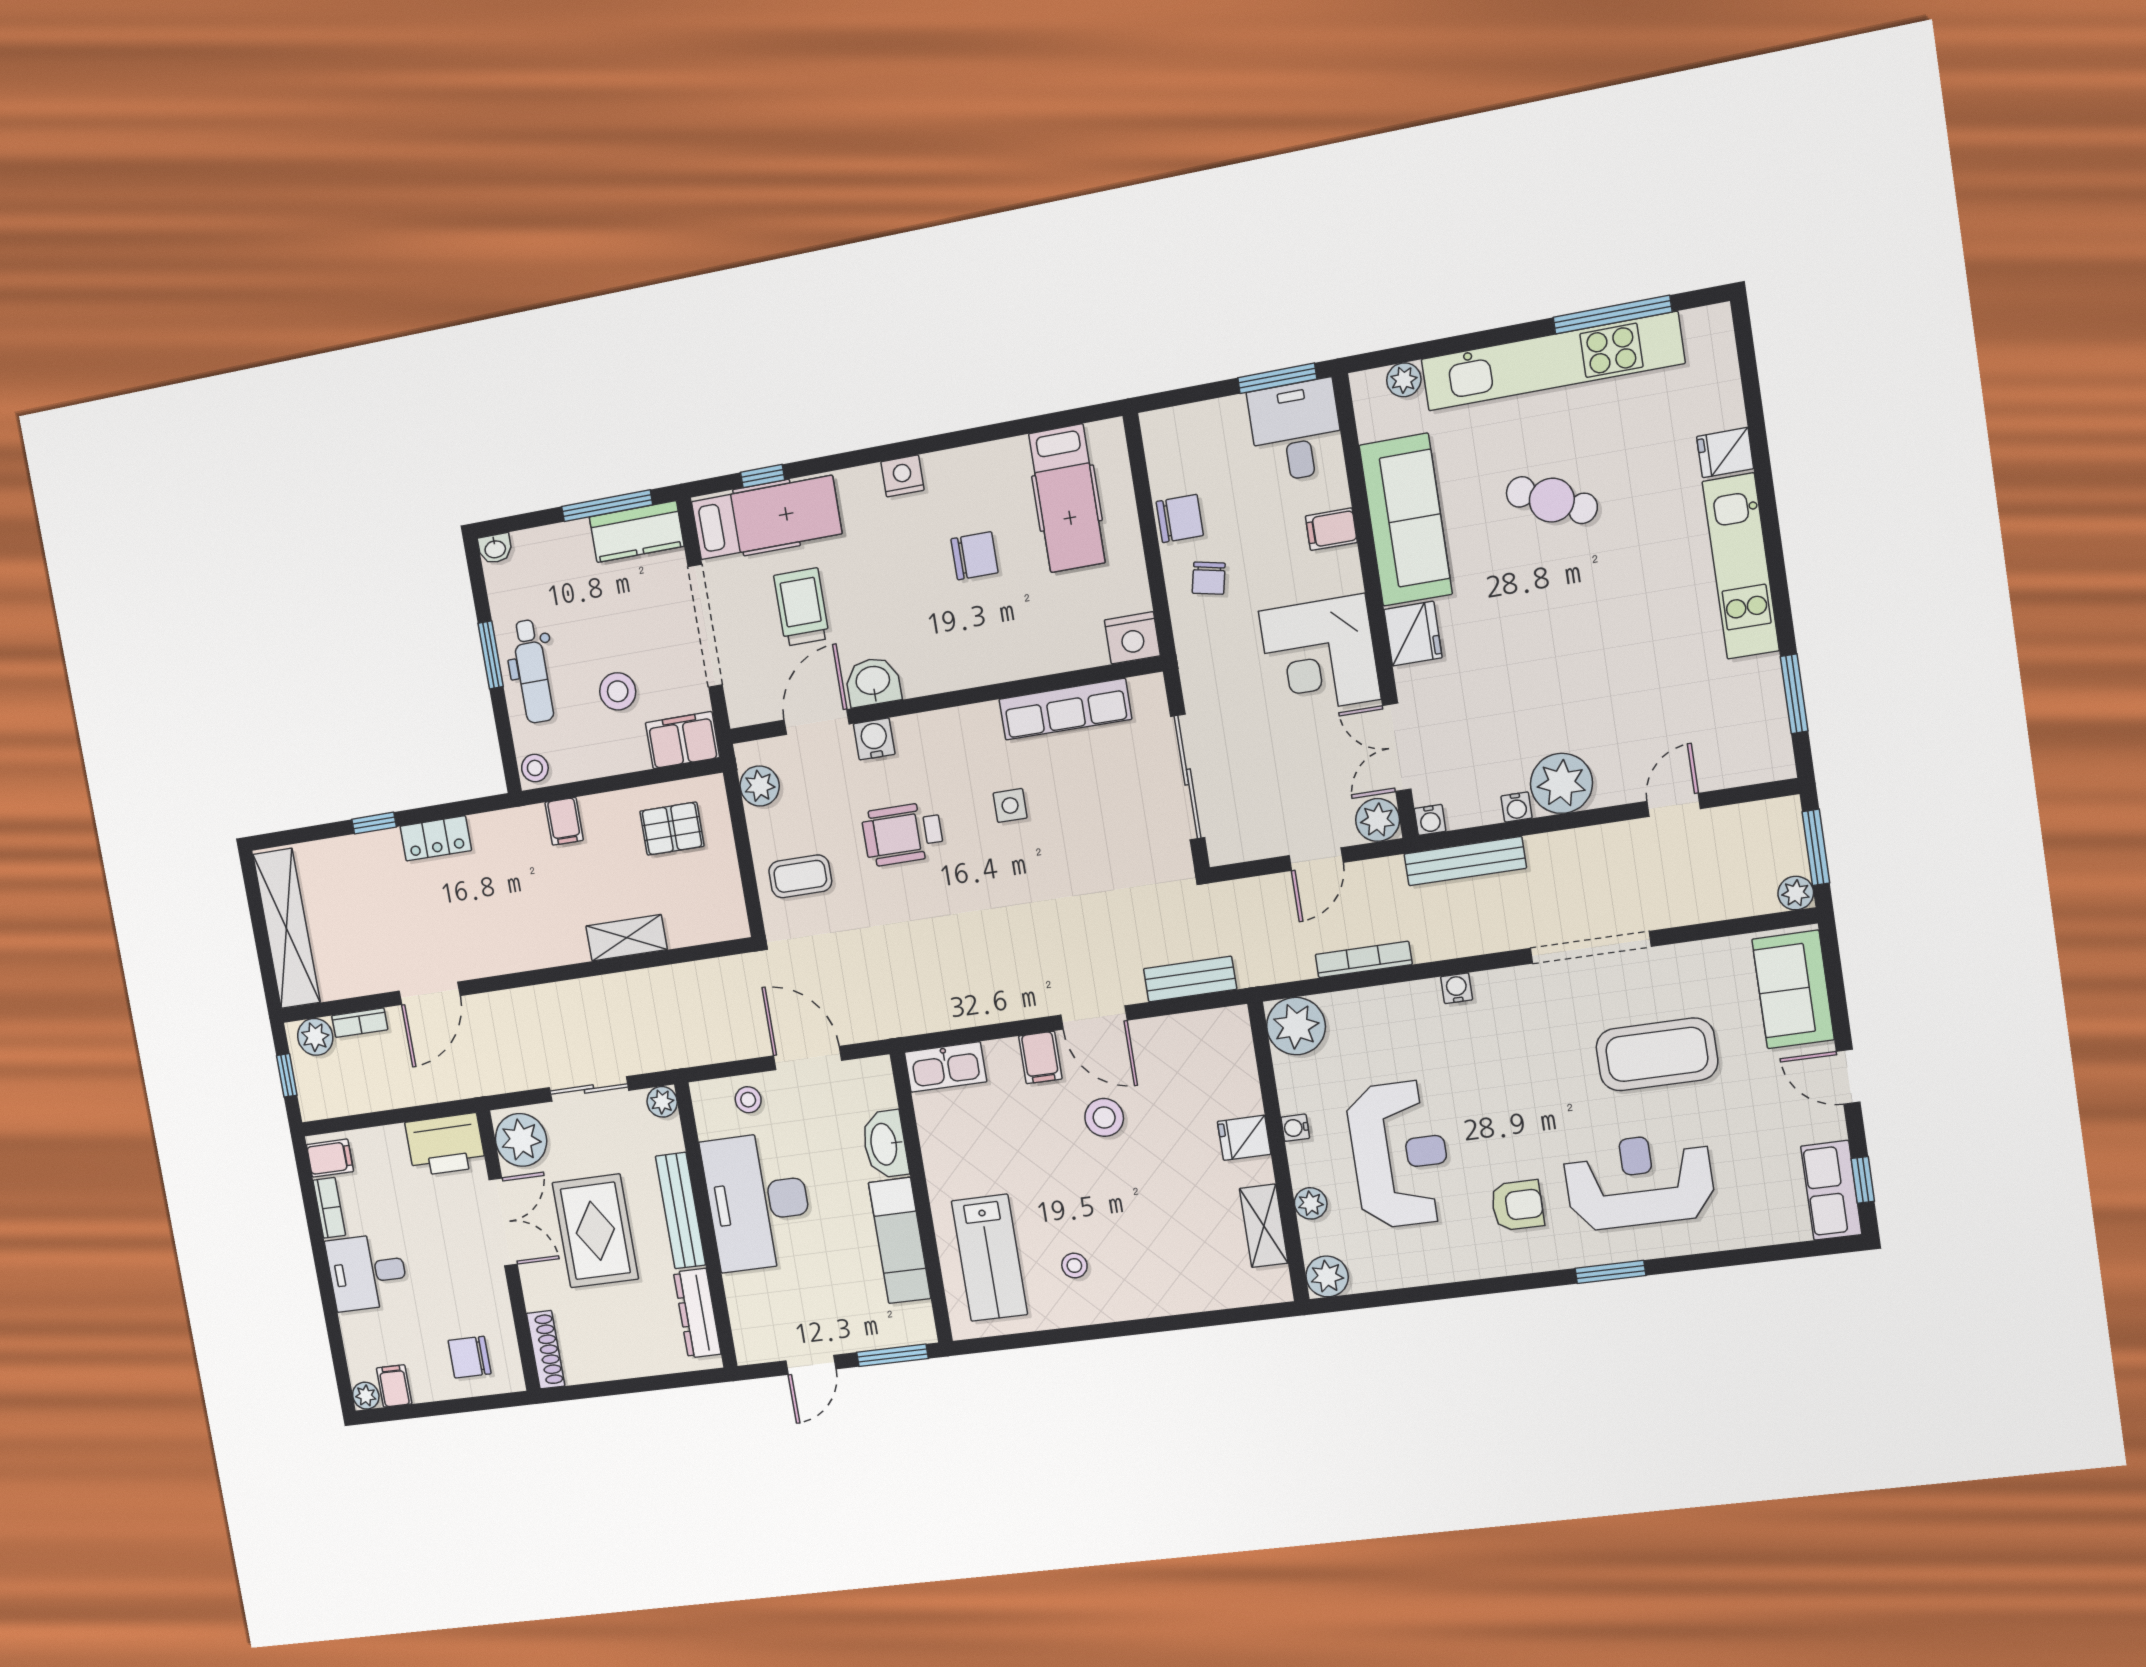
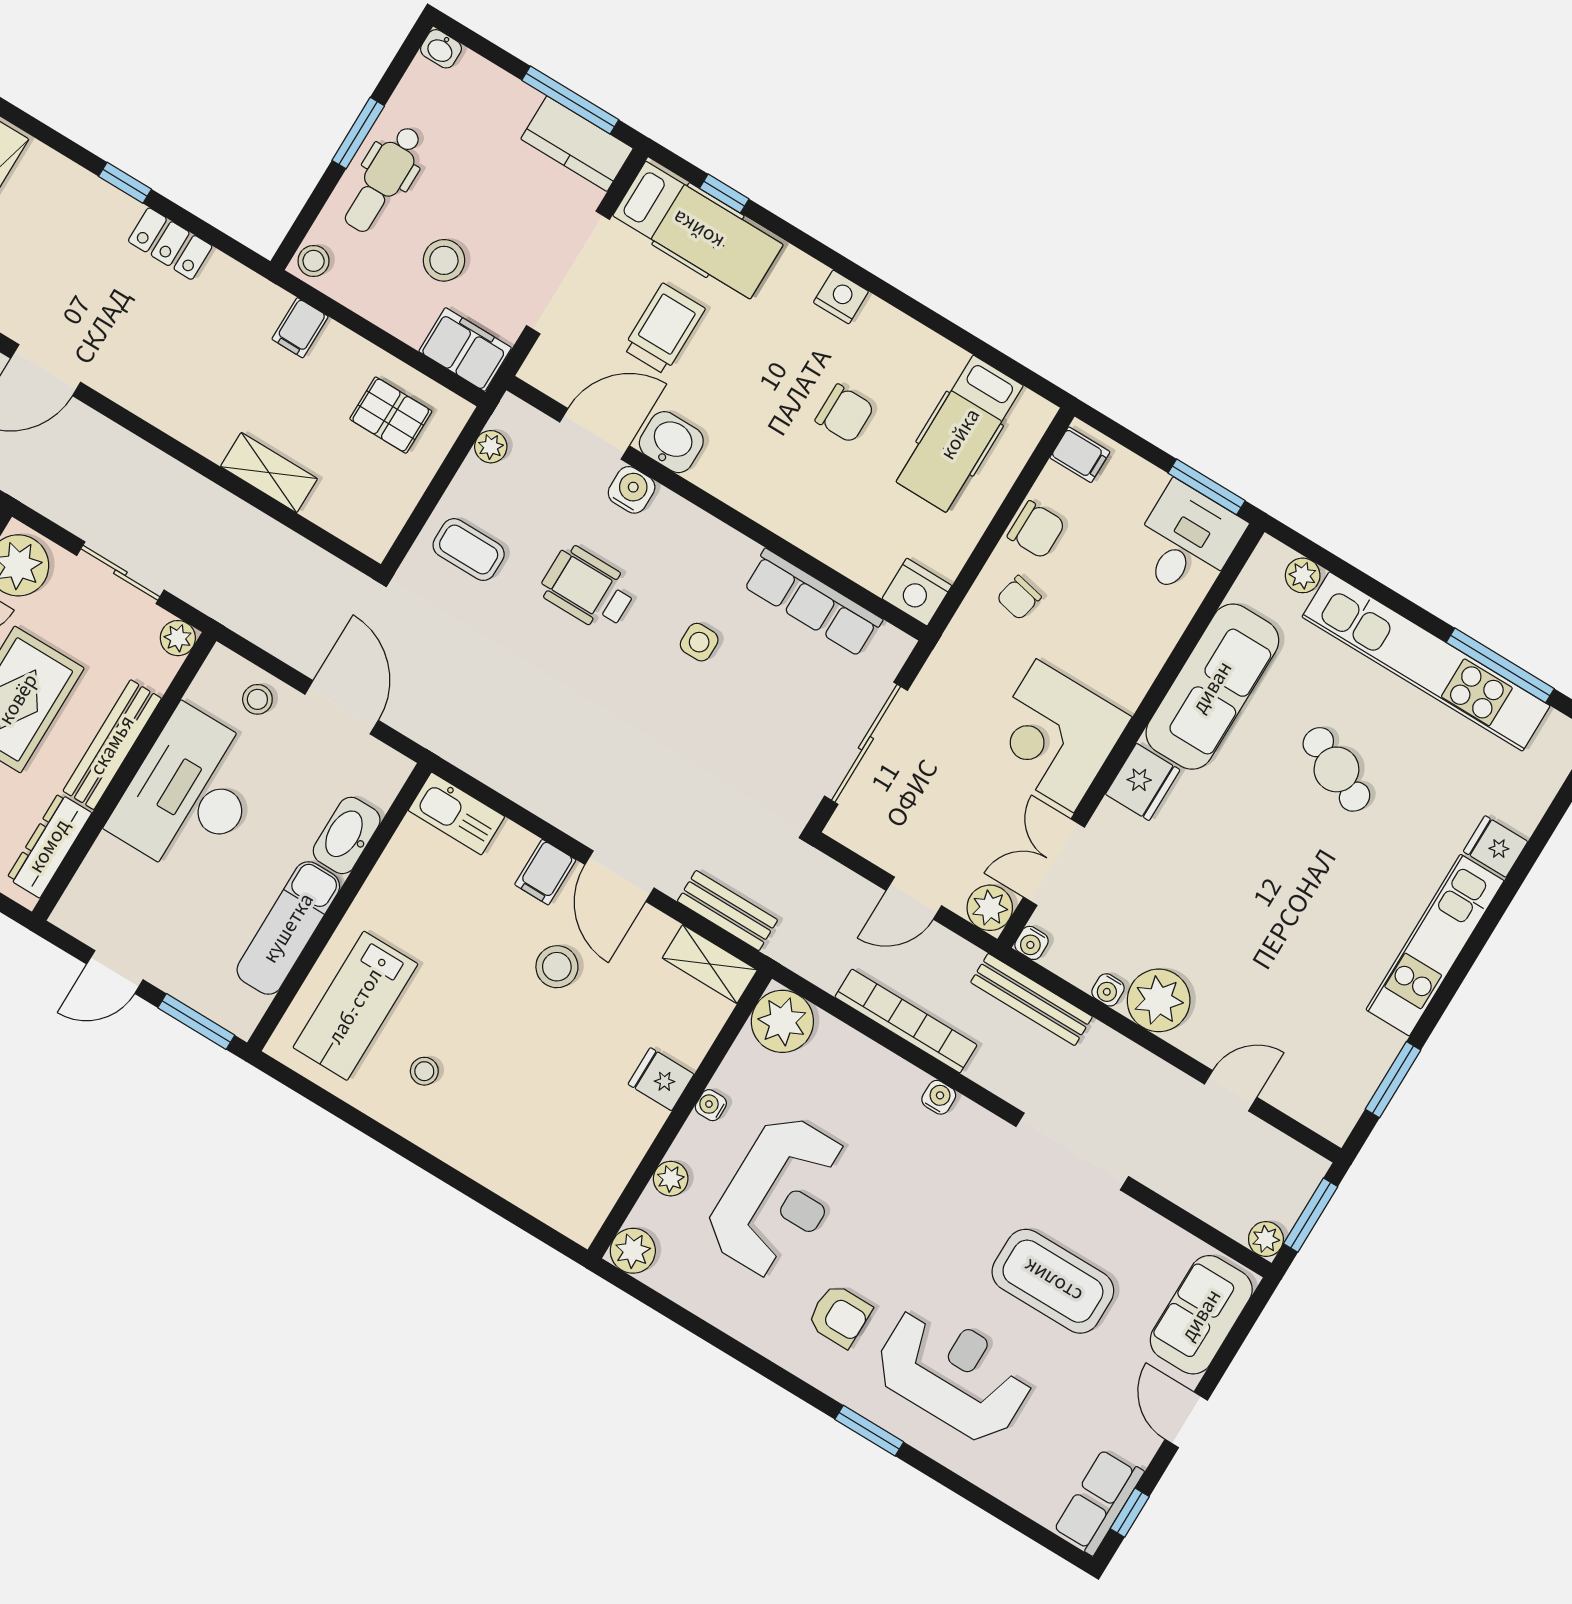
filing cabinet: (1331, 529) -> (1080, 455), moved, turned 180
plant: (760, 786) -> (491, 447), width x0.73, depth x0.73
bookcase: (1364, 959) -> (906, 1021), width x1.48, depth x1.31
shelving: (1264, 1226) -> (710, 964), moved, turned 90

